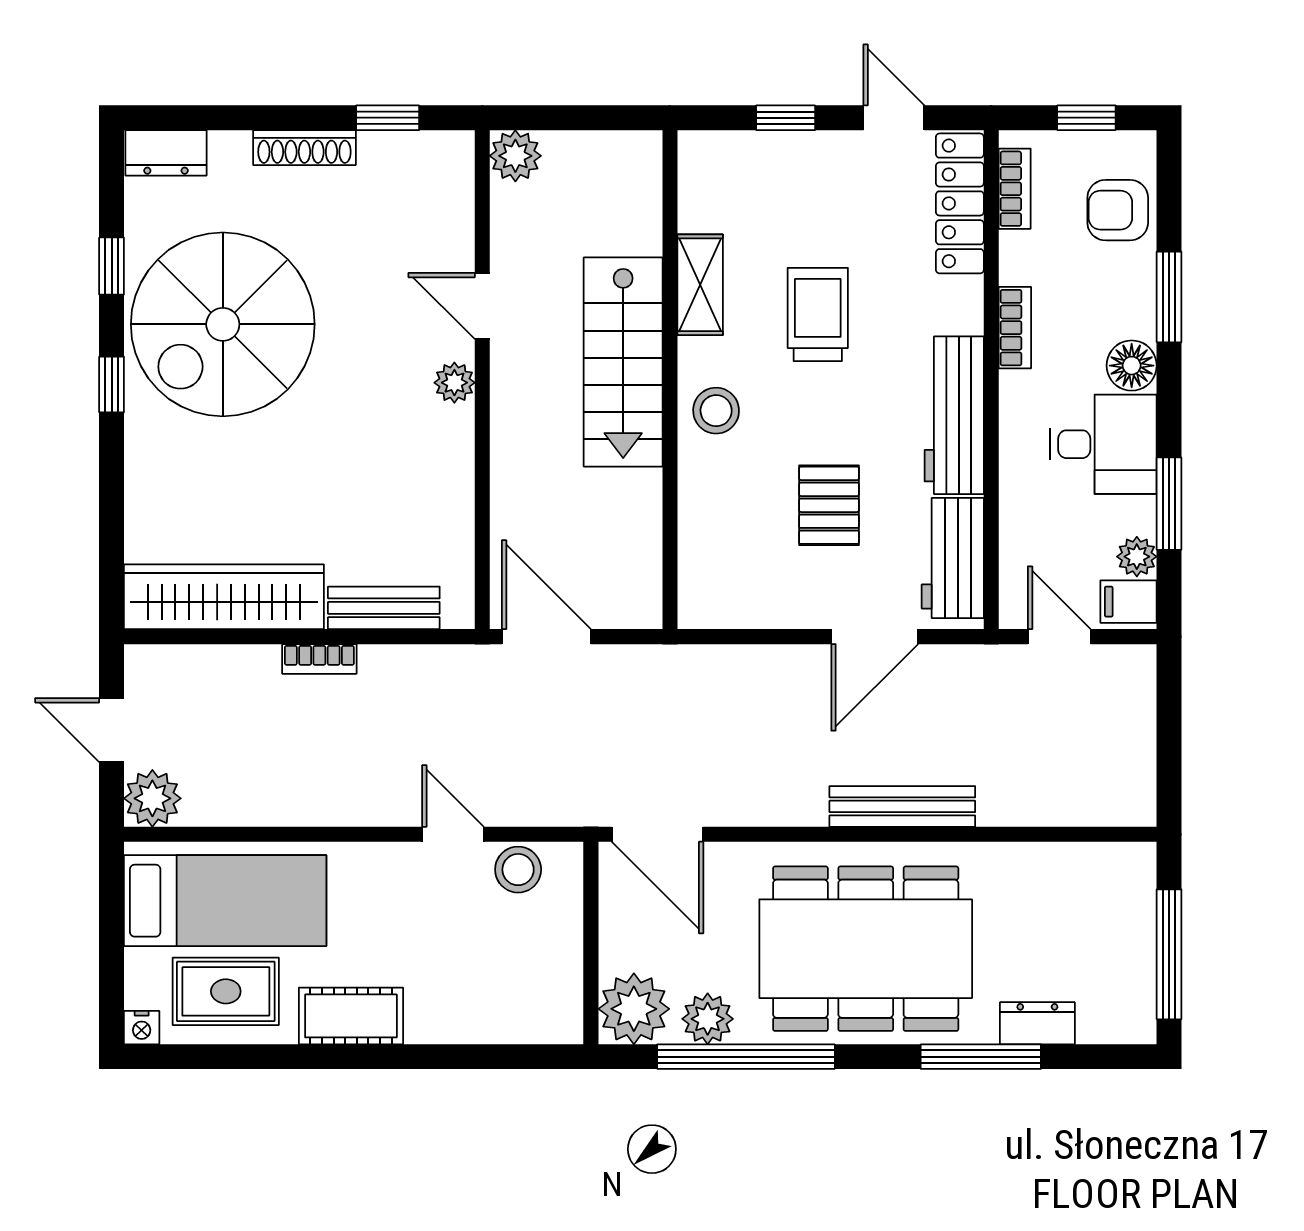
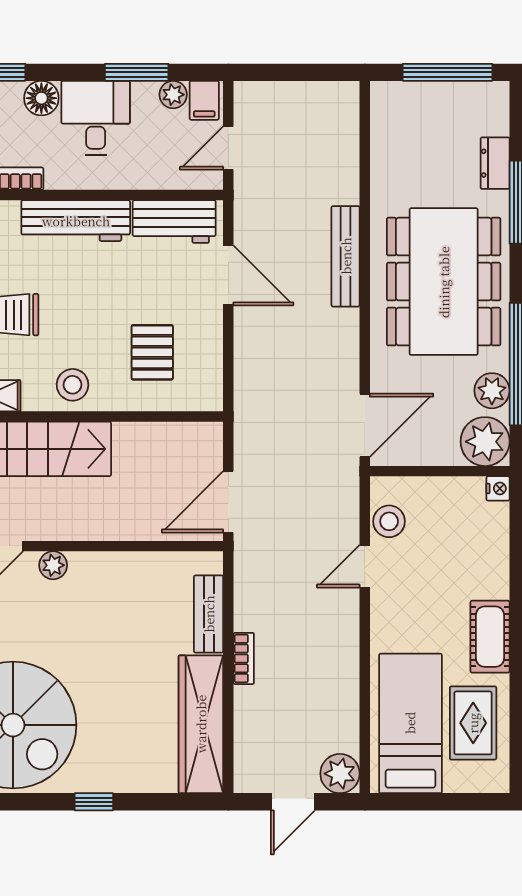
window: (112, 385) -> (94, 802), moved
pallet: (829, 505) -> (152, 352), moved, turned 90
nightstand: (142, 1028) -> (498, 488), moved

